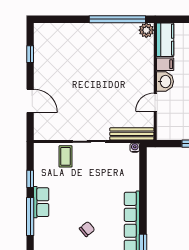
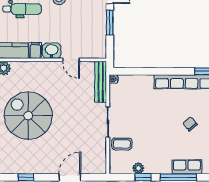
spiral stairs: (96, 57) -> (28, 116), added
plant: (40, 174) -> (138, 168), added
row of seats: (41, 202) -> (187, 167), moved

